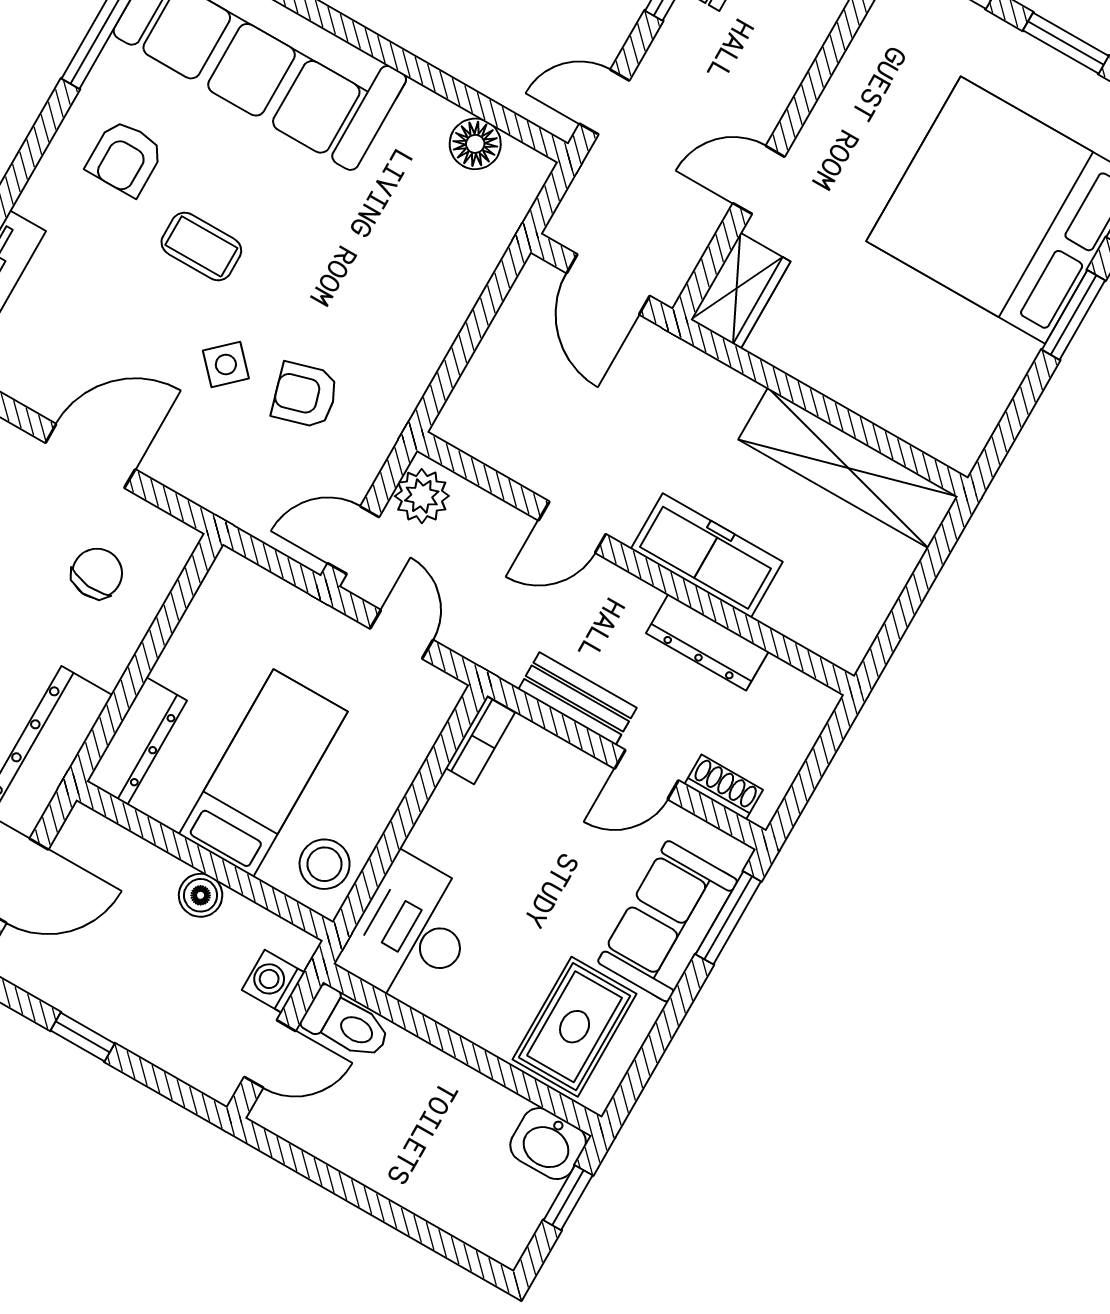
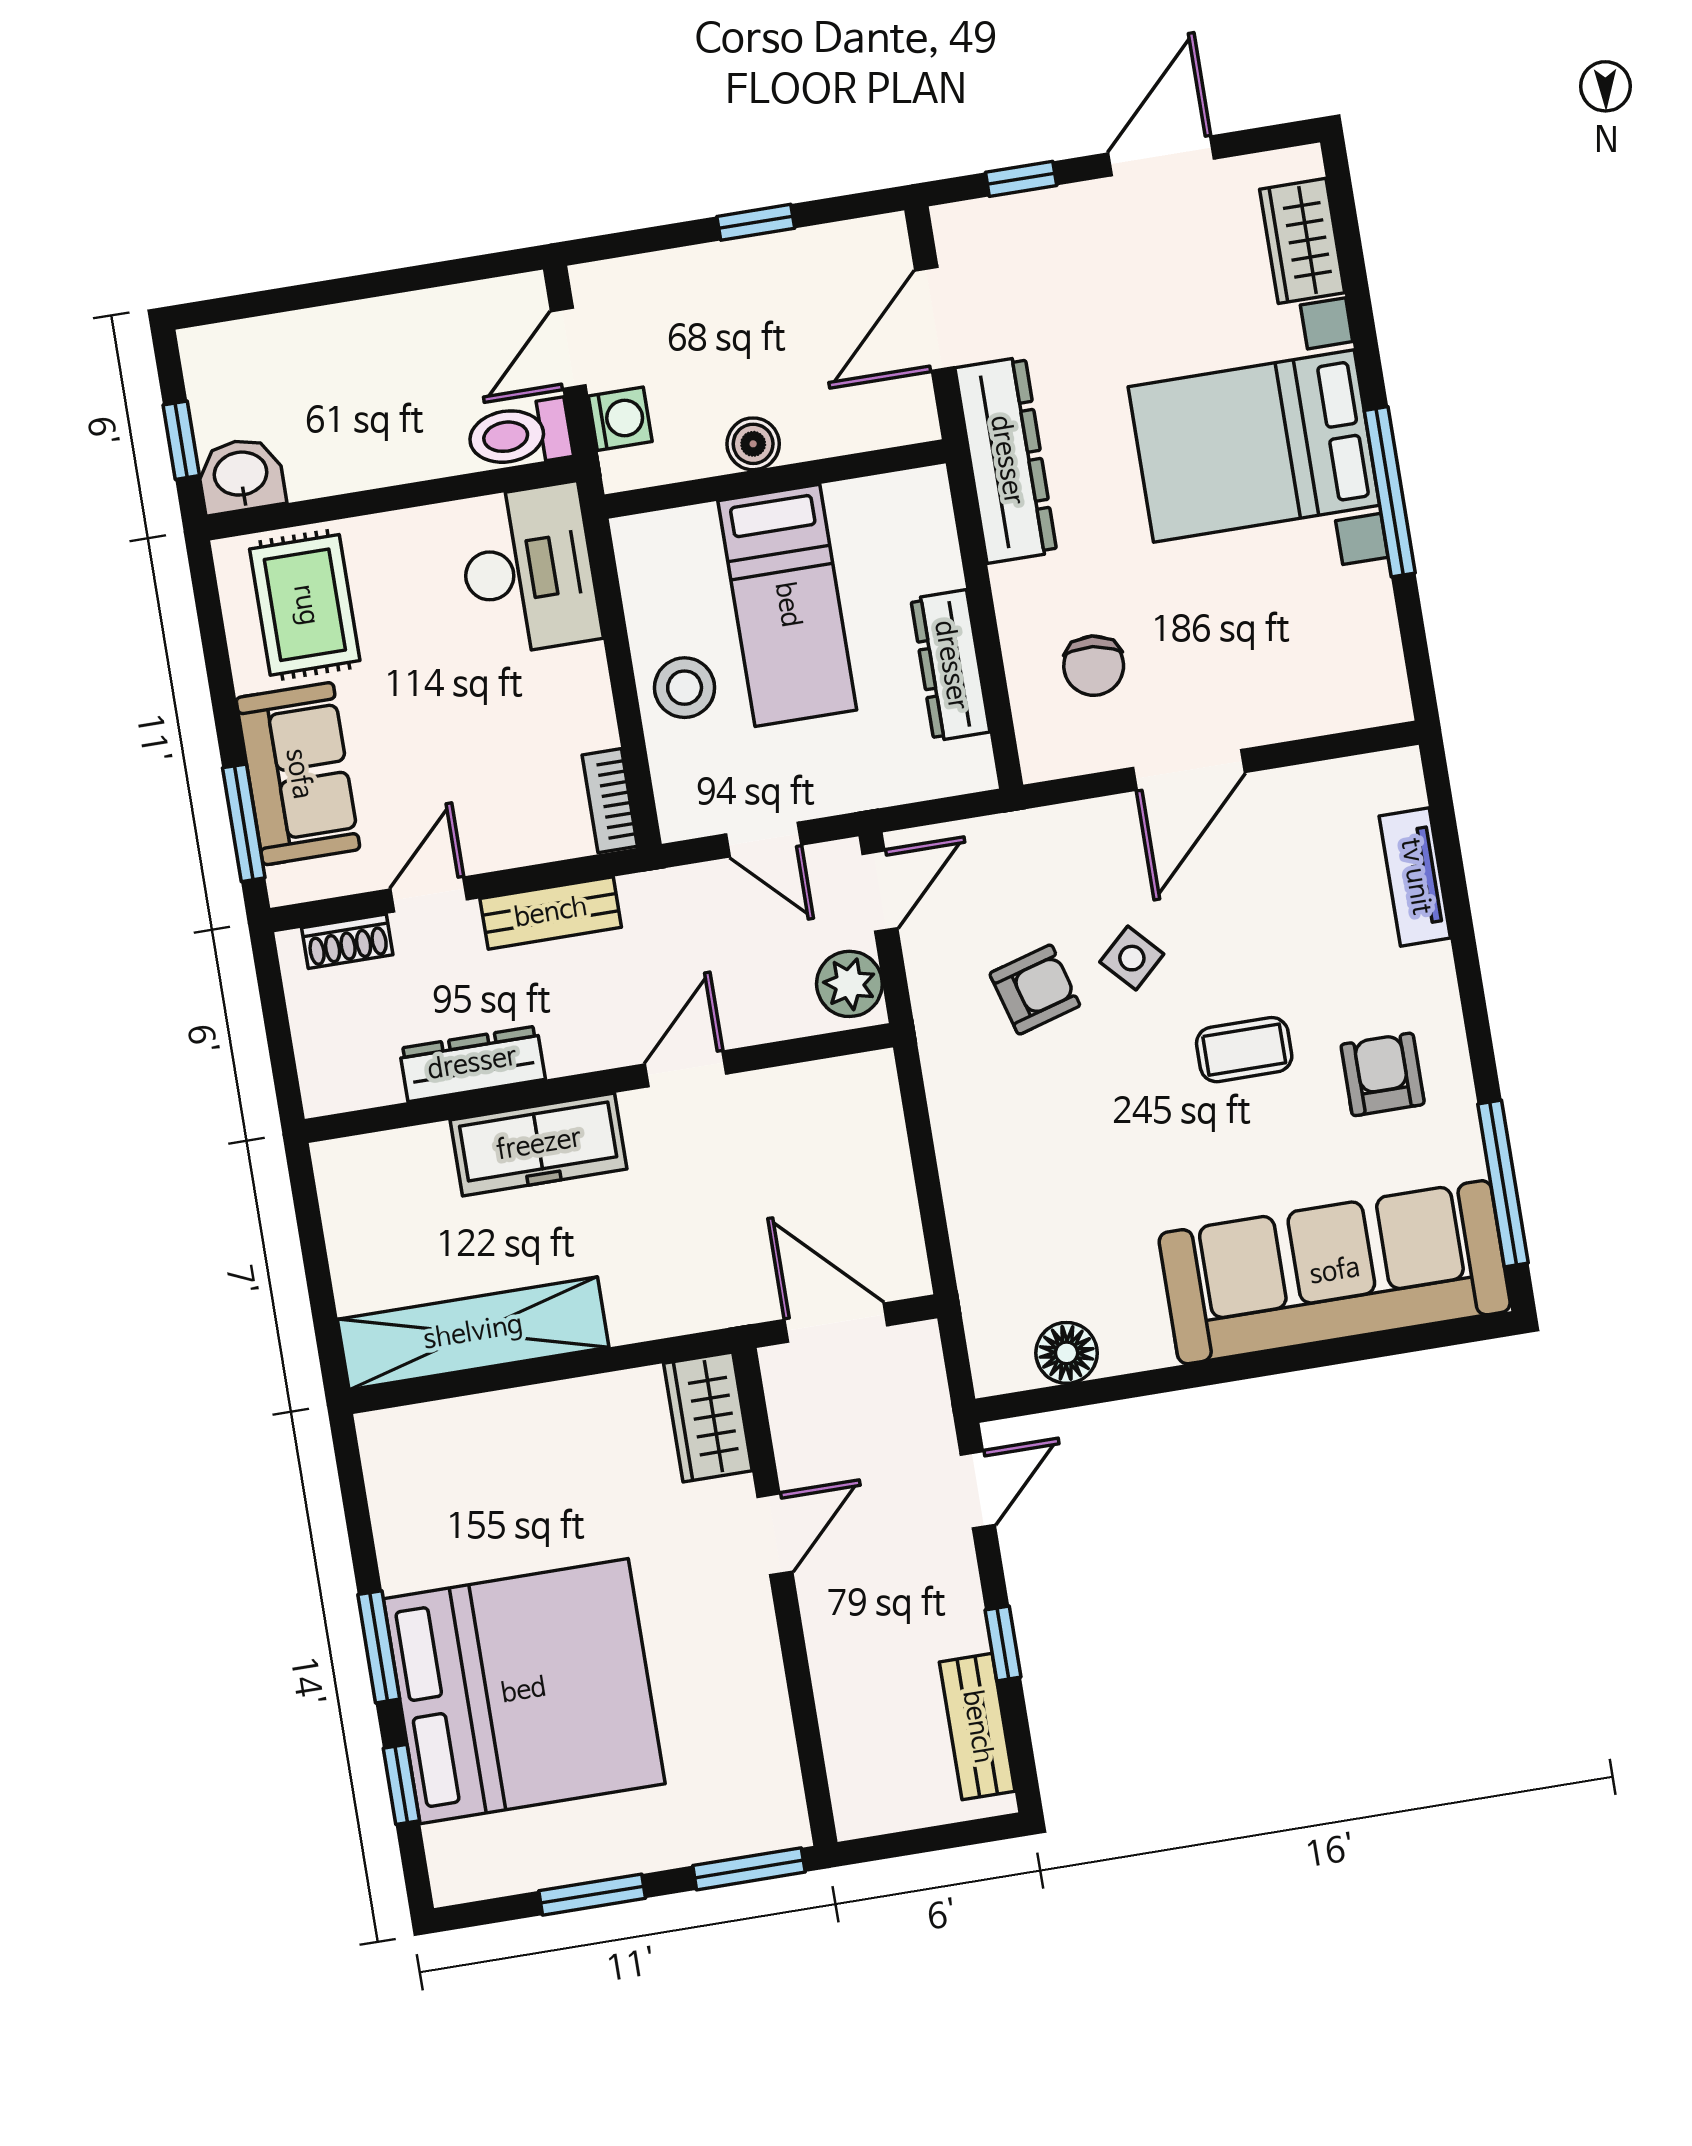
dresser: (137, 741) -> (950, 665), moved
stool: (325, 864) -> (685, 688), moved

